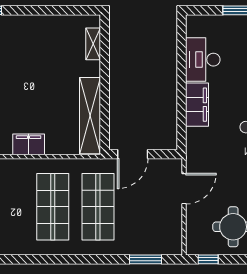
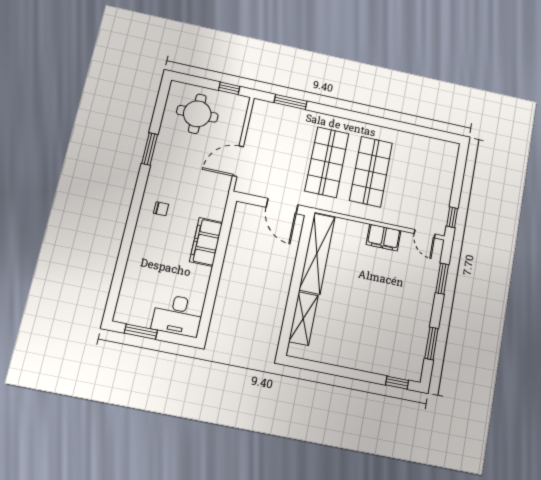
shelving: (93, 44) -> (303, 319), width x1.50, depth x1.33
desk: (203, 60) -> (178, 315), moved, turned 90
door: (133, 154) -> (282, 206), swing flipped

